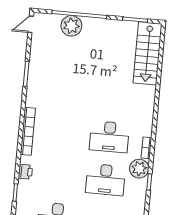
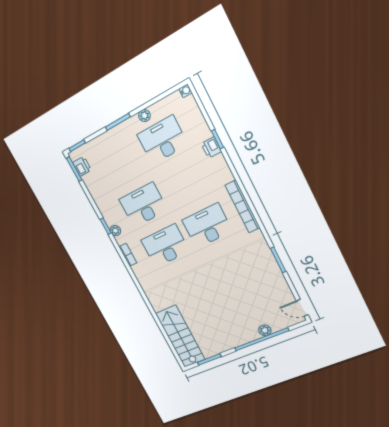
door: (31, 24) -> (302, 308), swing flipped
plant: (71, 26) -> (265, 330), width x0.53, depth x0.53
desk: (65, 133) -> (207, 226), added
plant: (139, 169) -> (115, 231), width x0.53, depth x0.53
printer: (25, 172) -> (211, 148), moved

